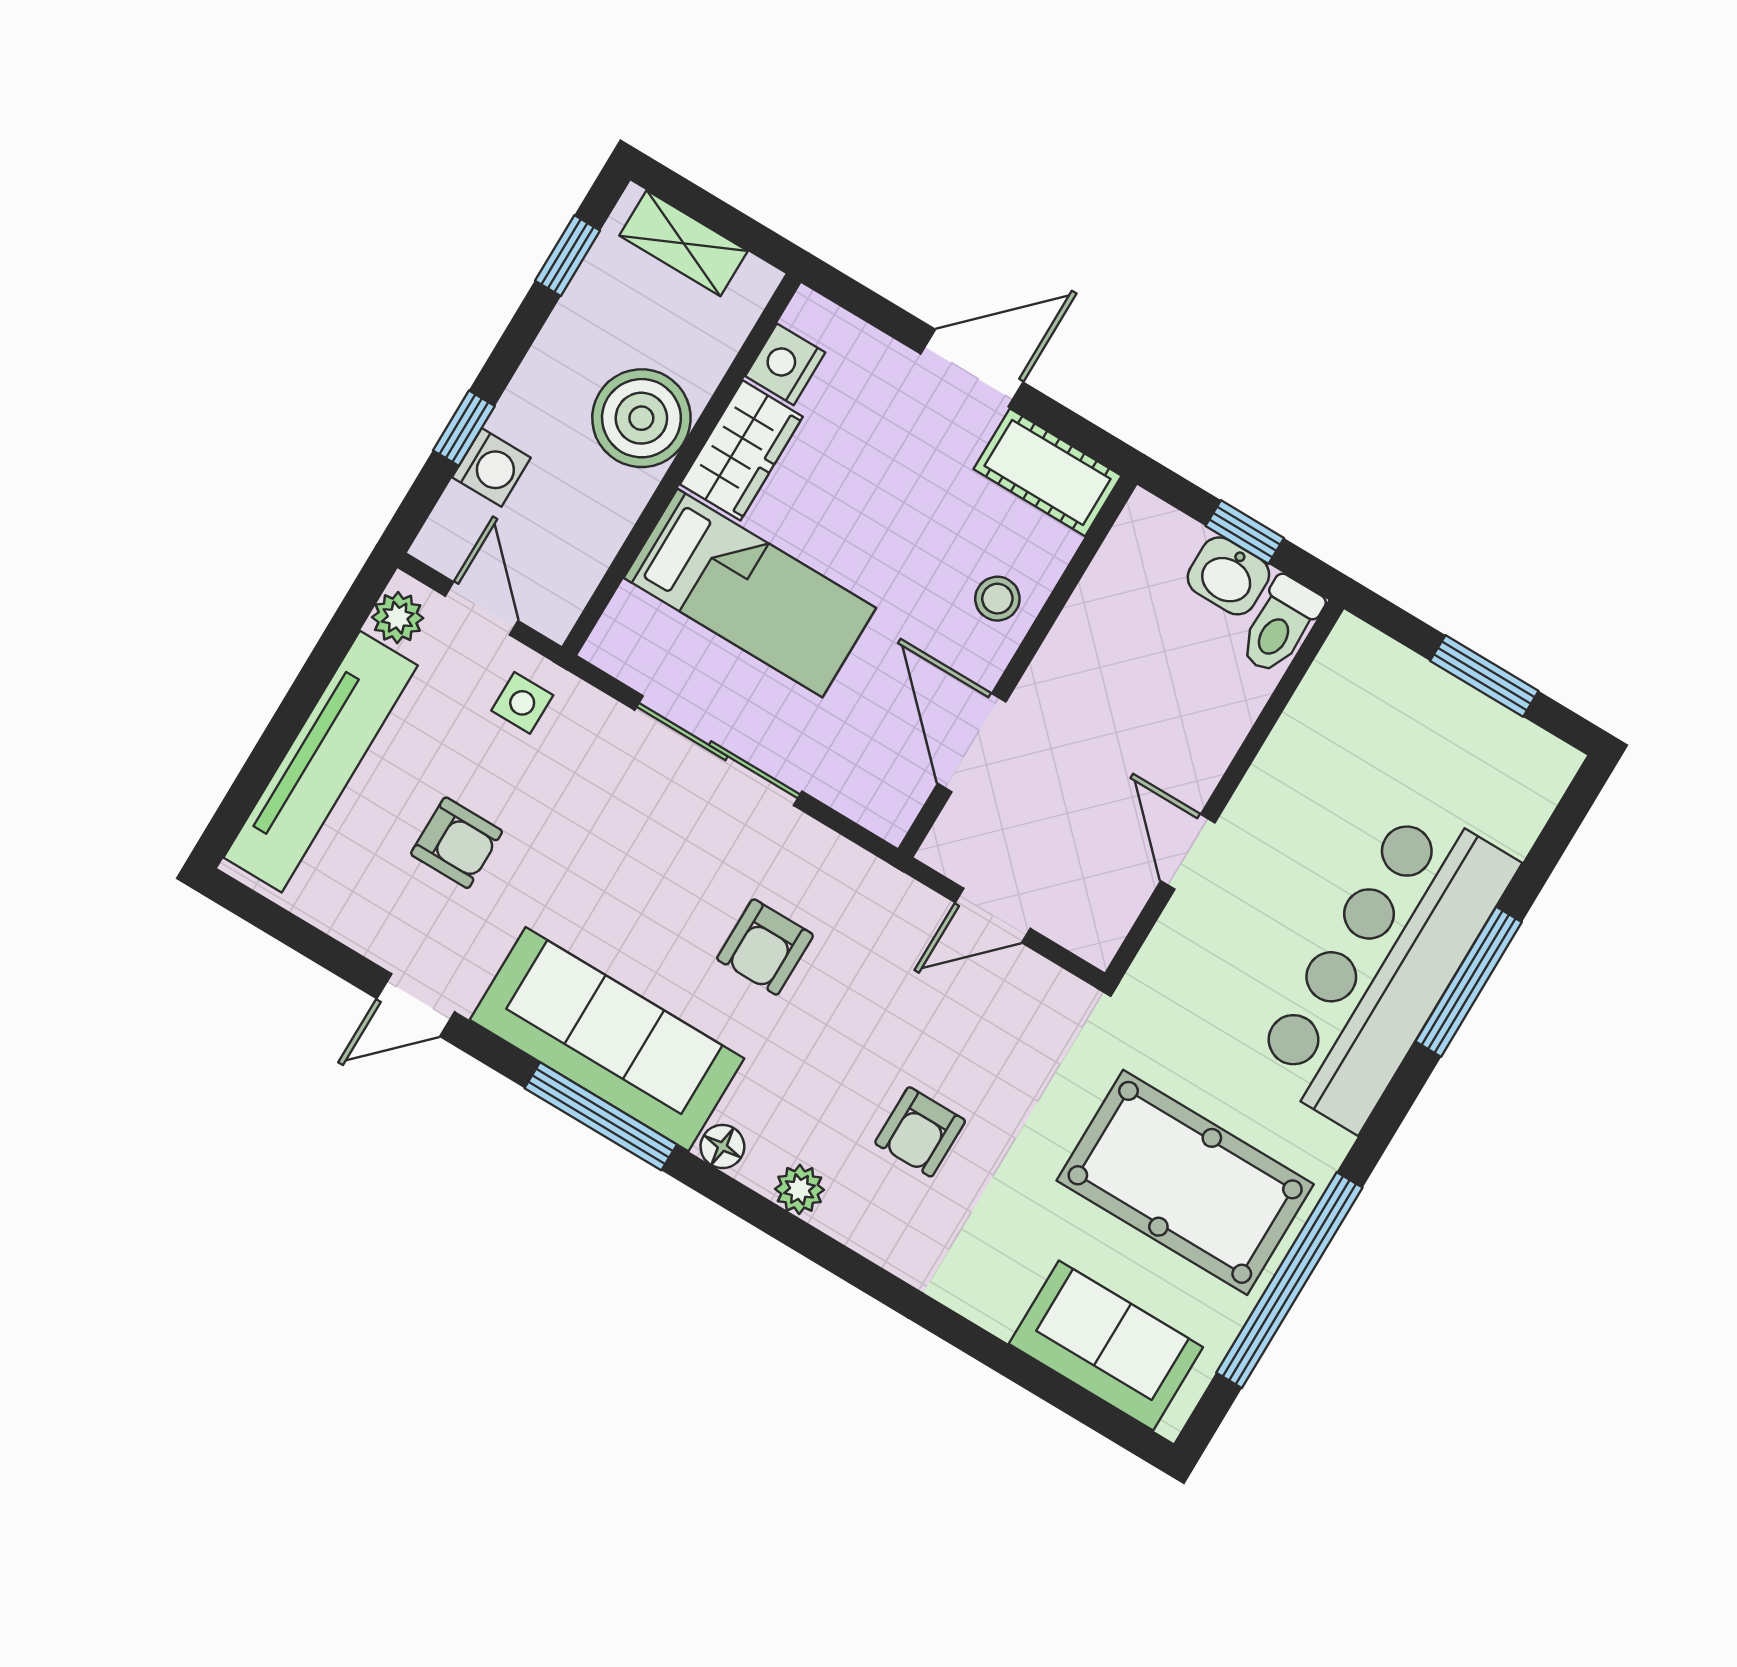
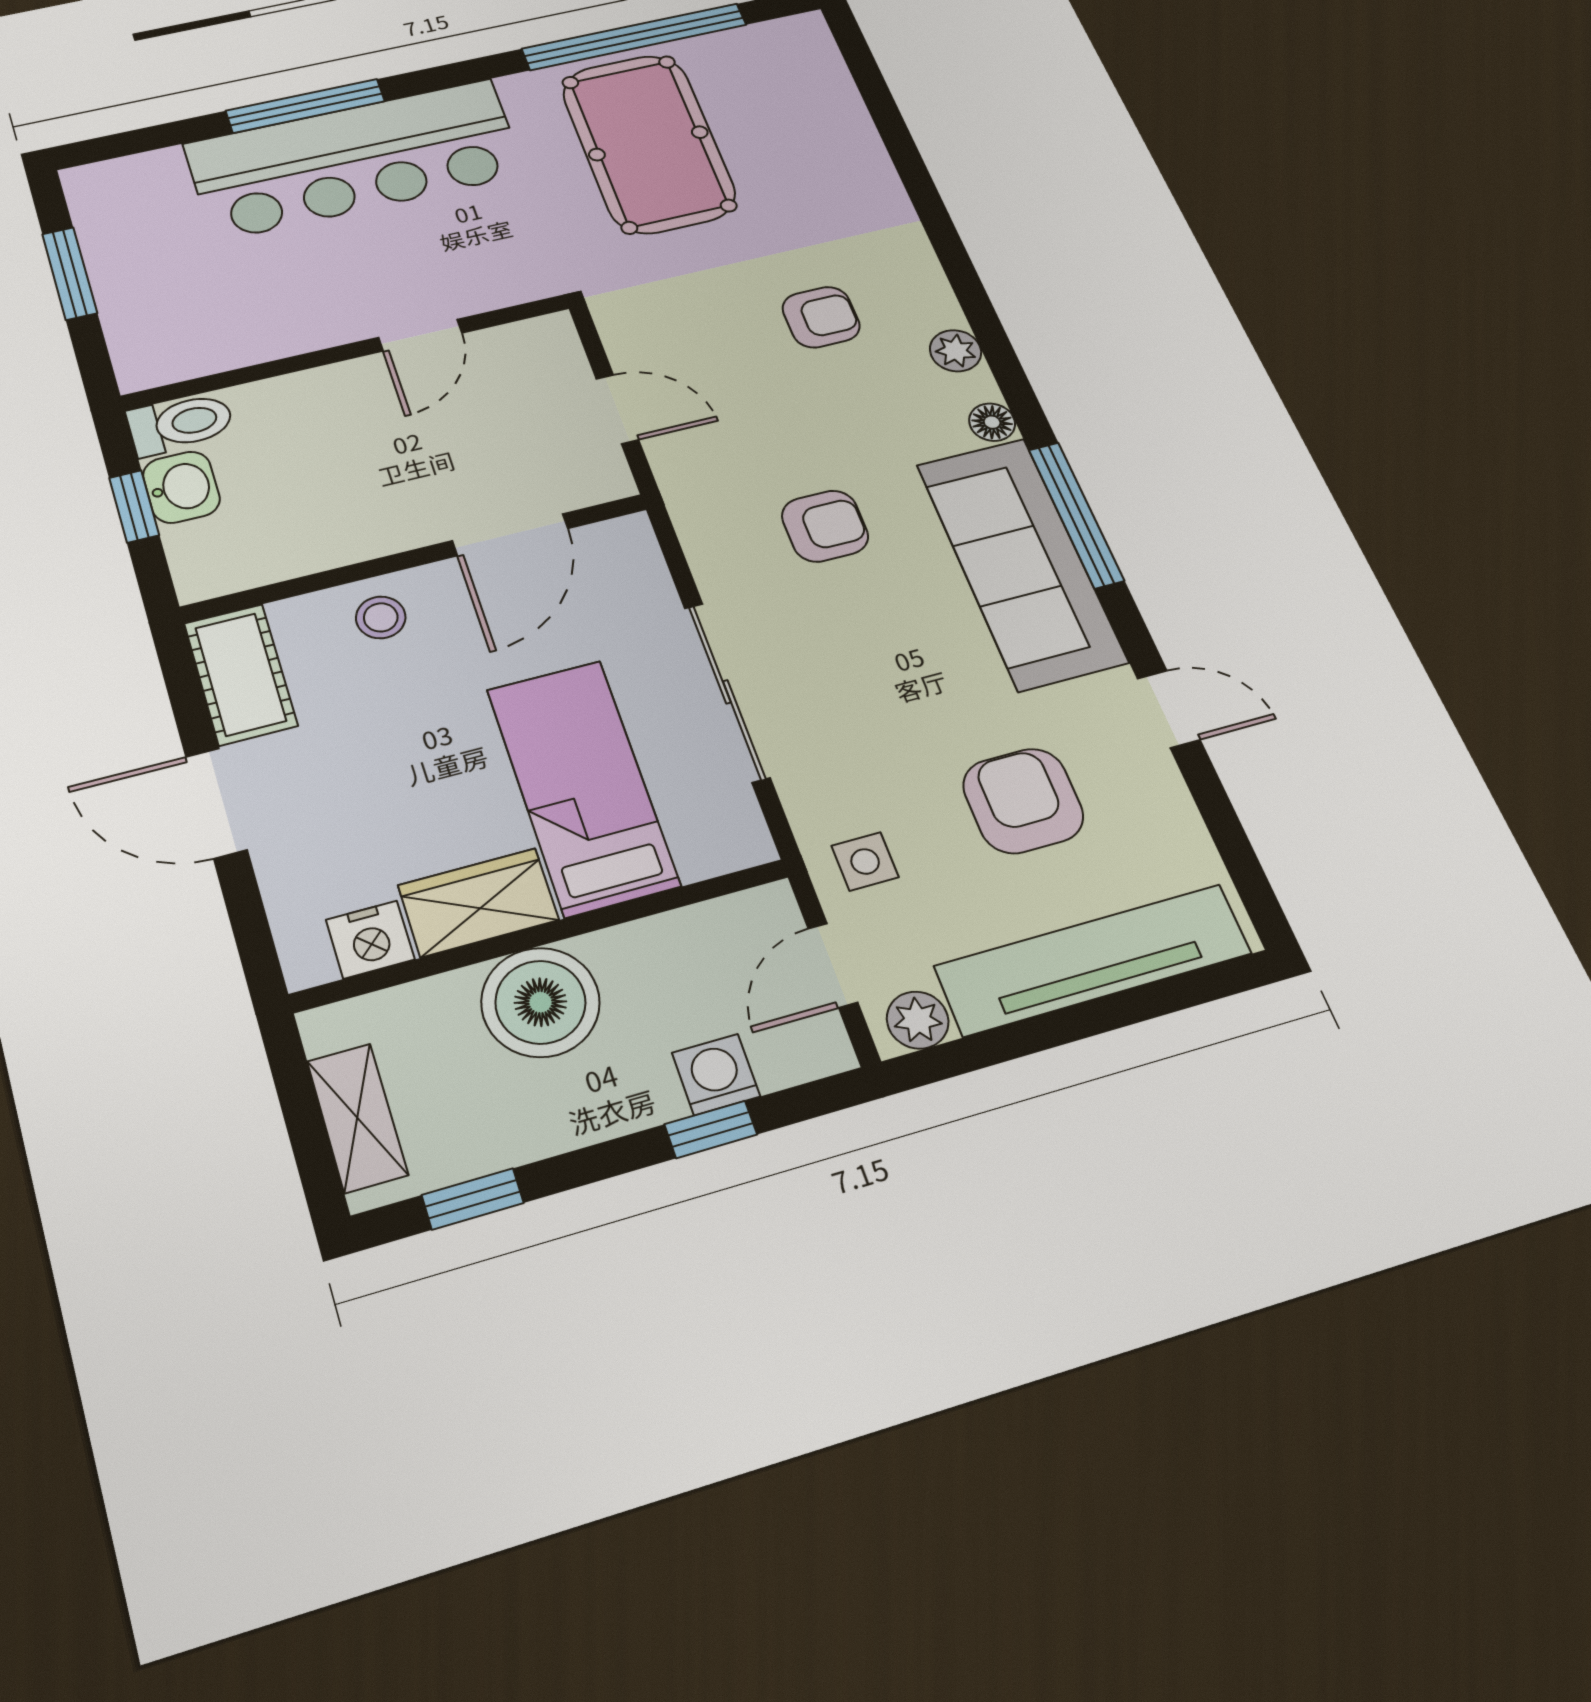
armchair: (457, 843) -> (1023, 801), width x1.38, depth x1.38
sofa: (1106, 1345) -> (812, 95), removed

